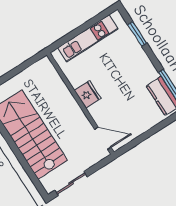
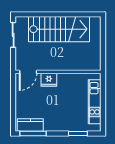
fridge: (88, 94) -> (49, 80), moved

